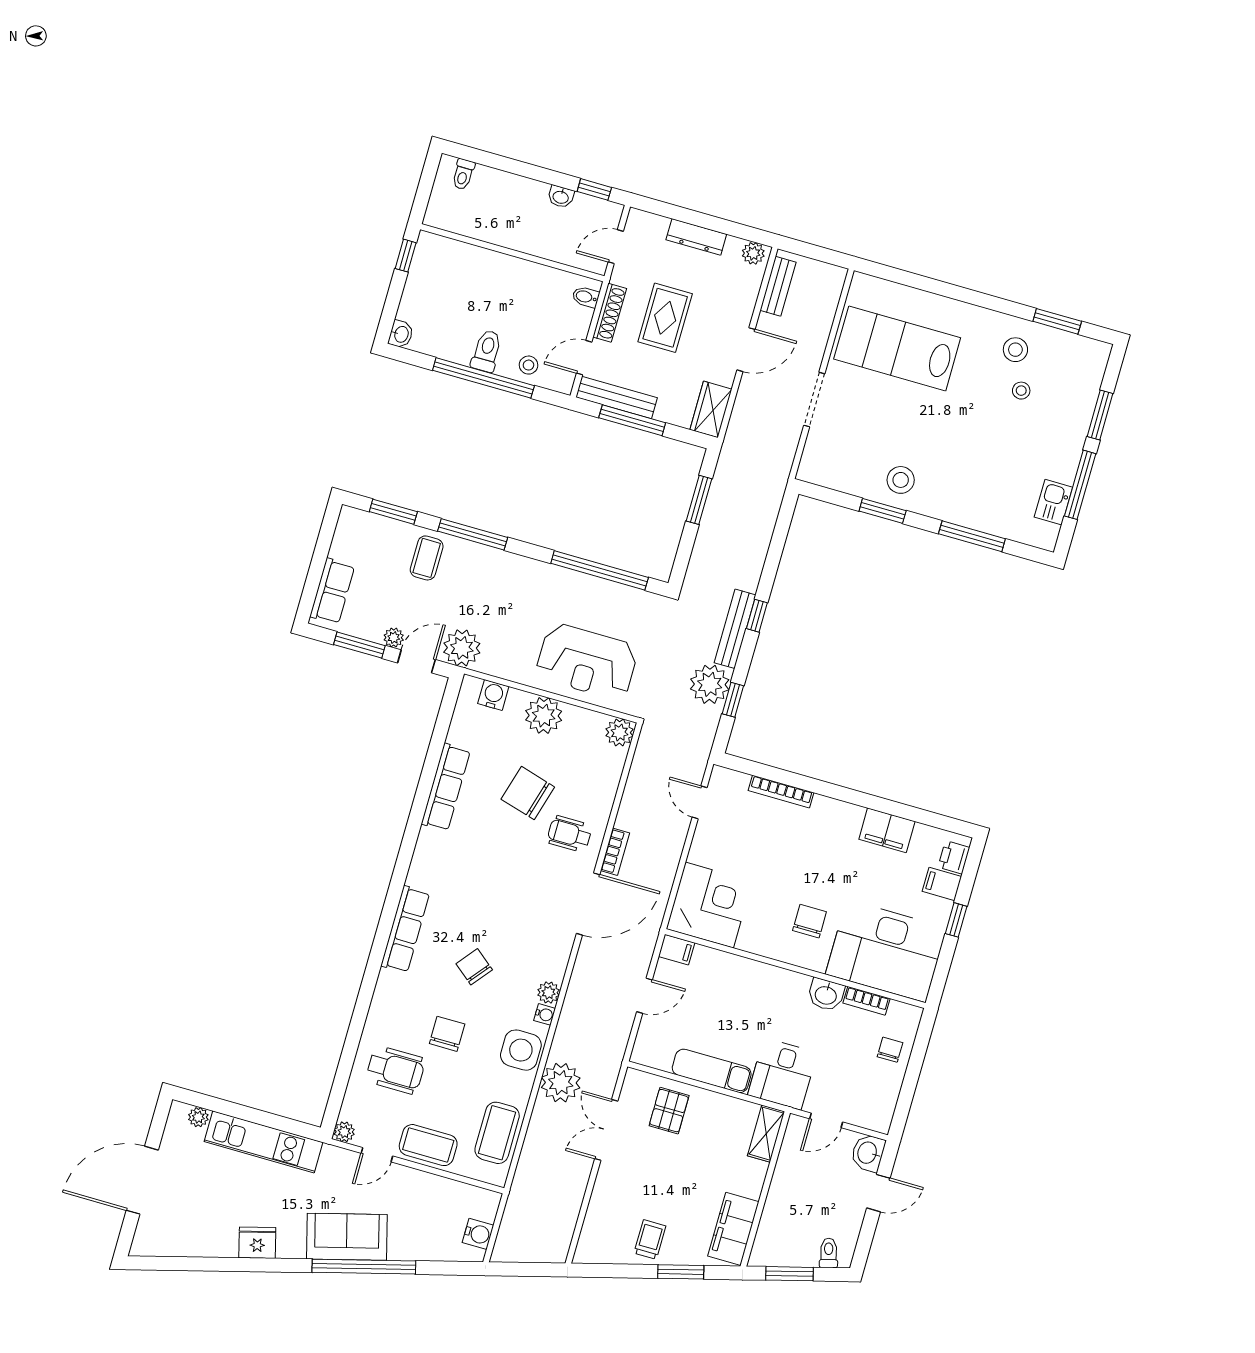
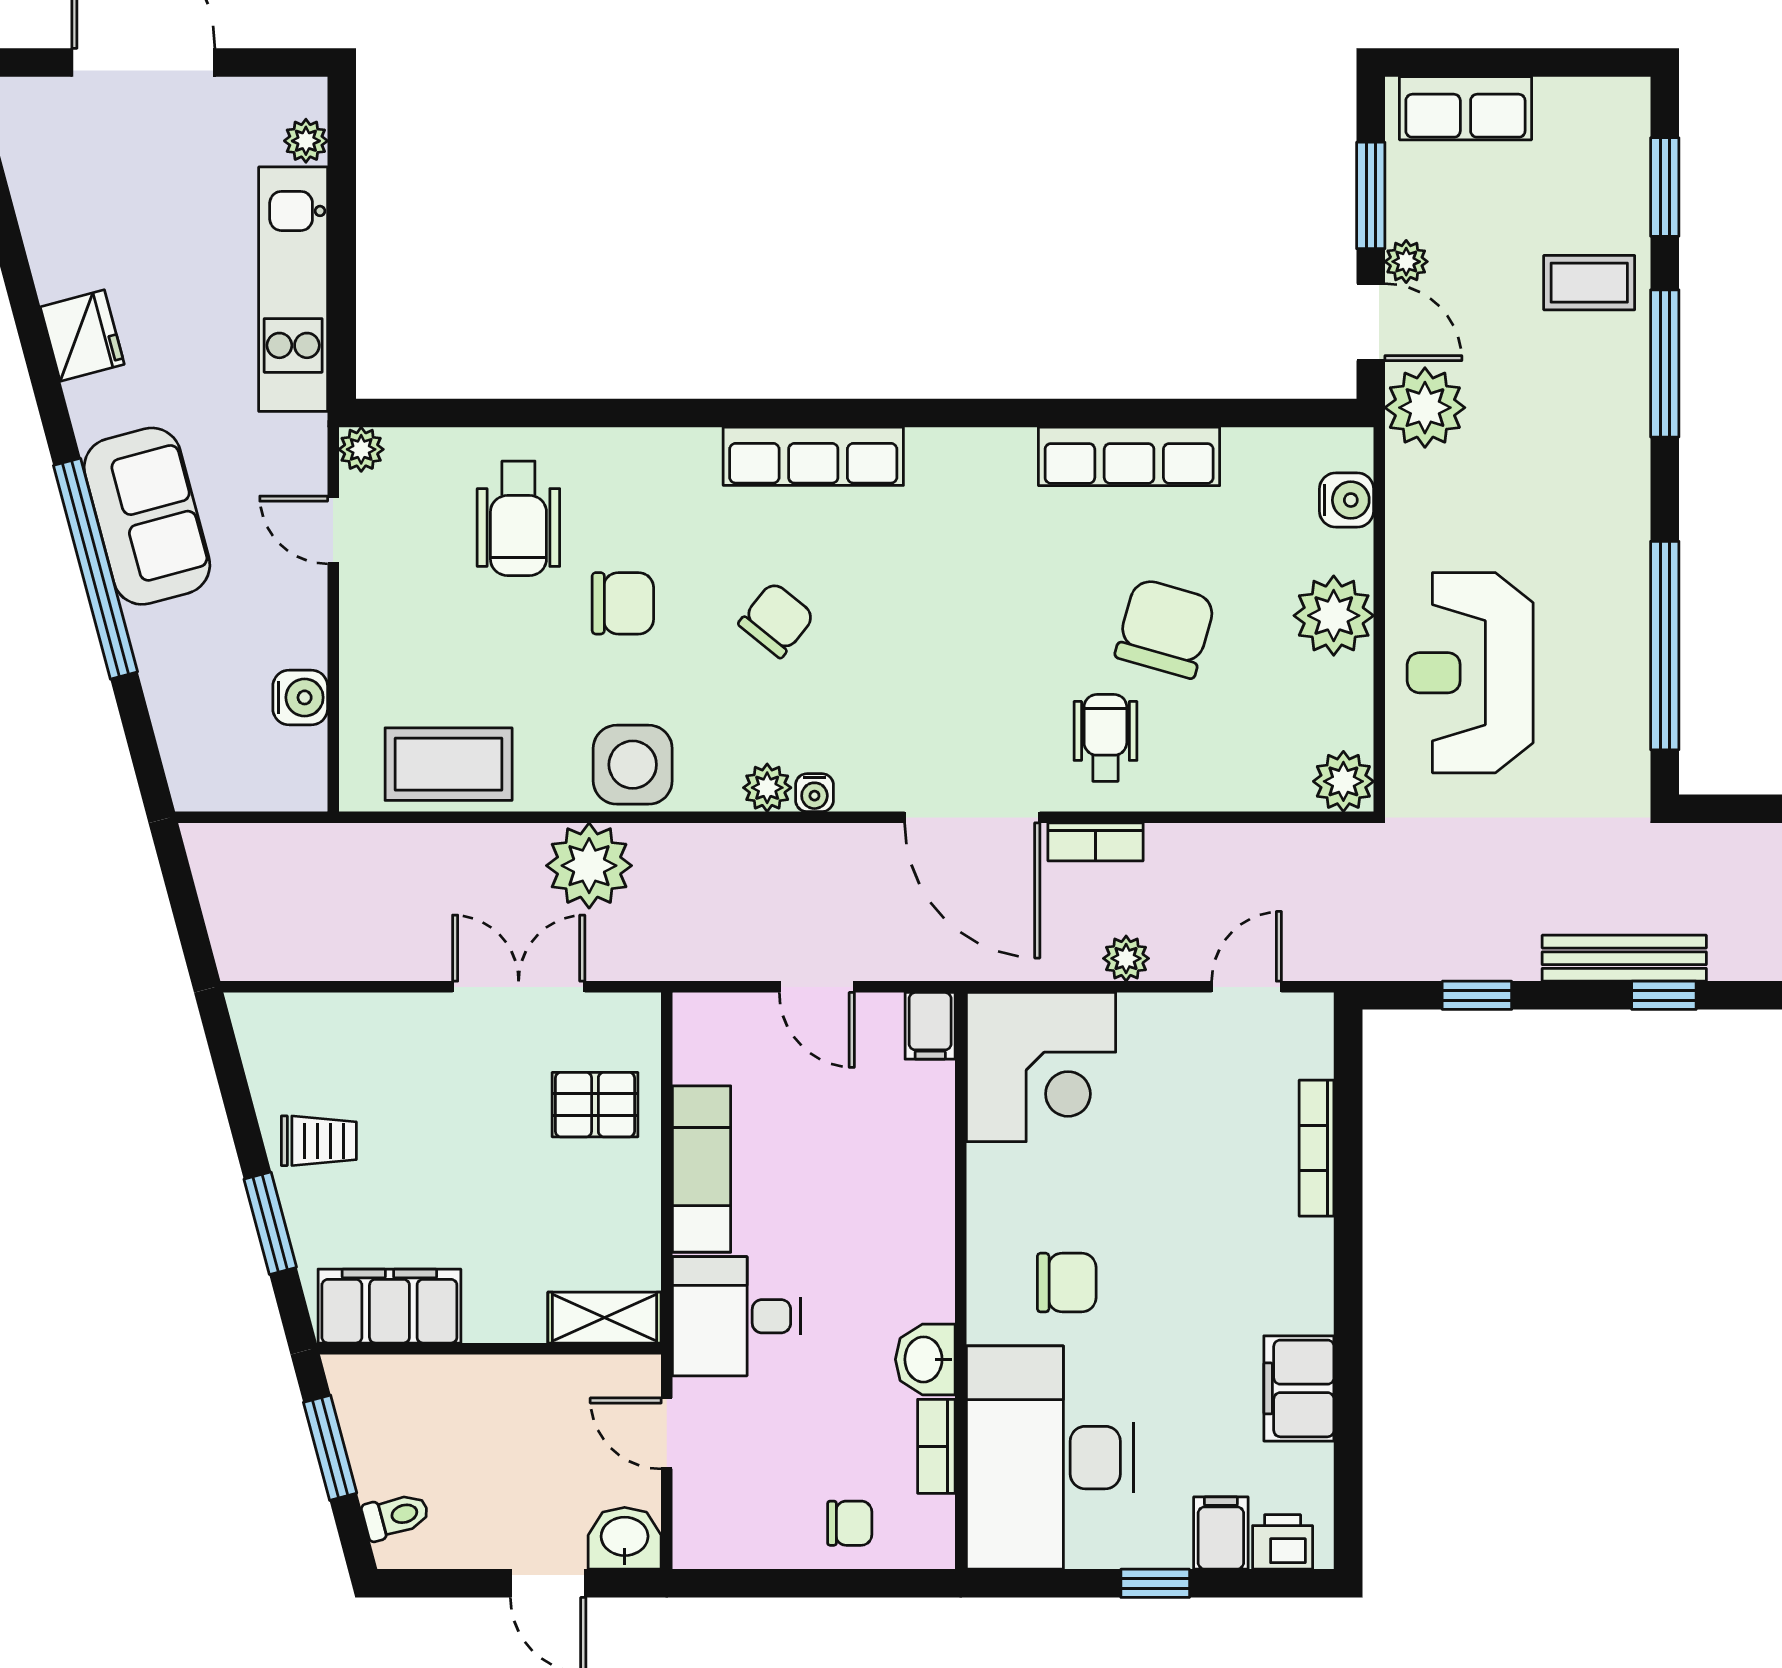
plant: (710, 684) -> (1126, 958), moved, width x0.53, depth x0.53
water cooler: (545, 1014) -> (814, 793), moved
coffee table: (428, 1145) -> (383, 630), removed
water cooler: (478, 1234) -> (300, 697), moved, turned -90

